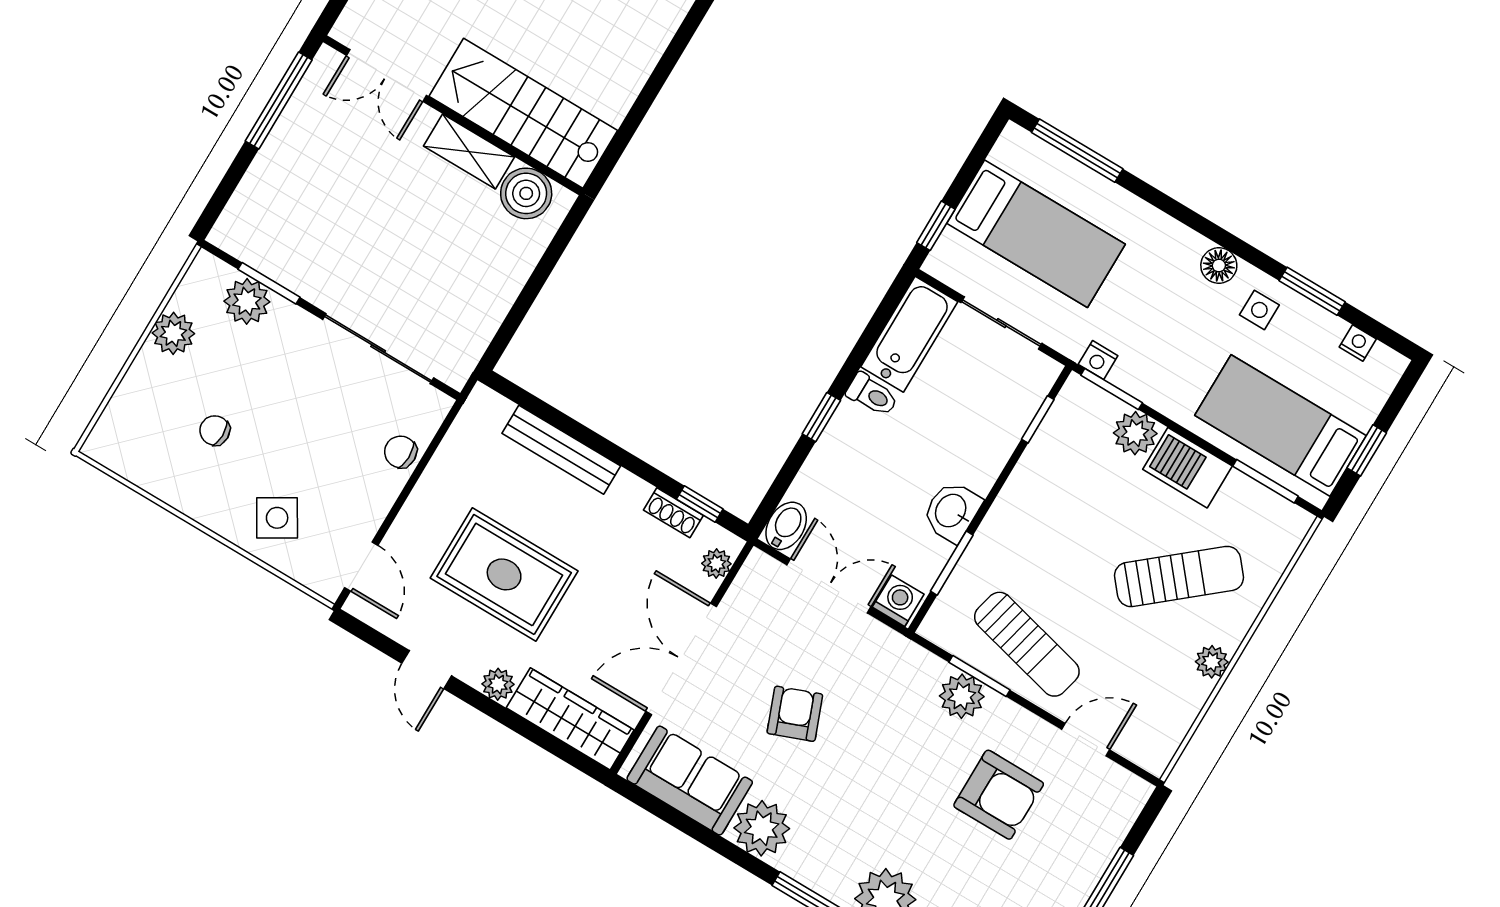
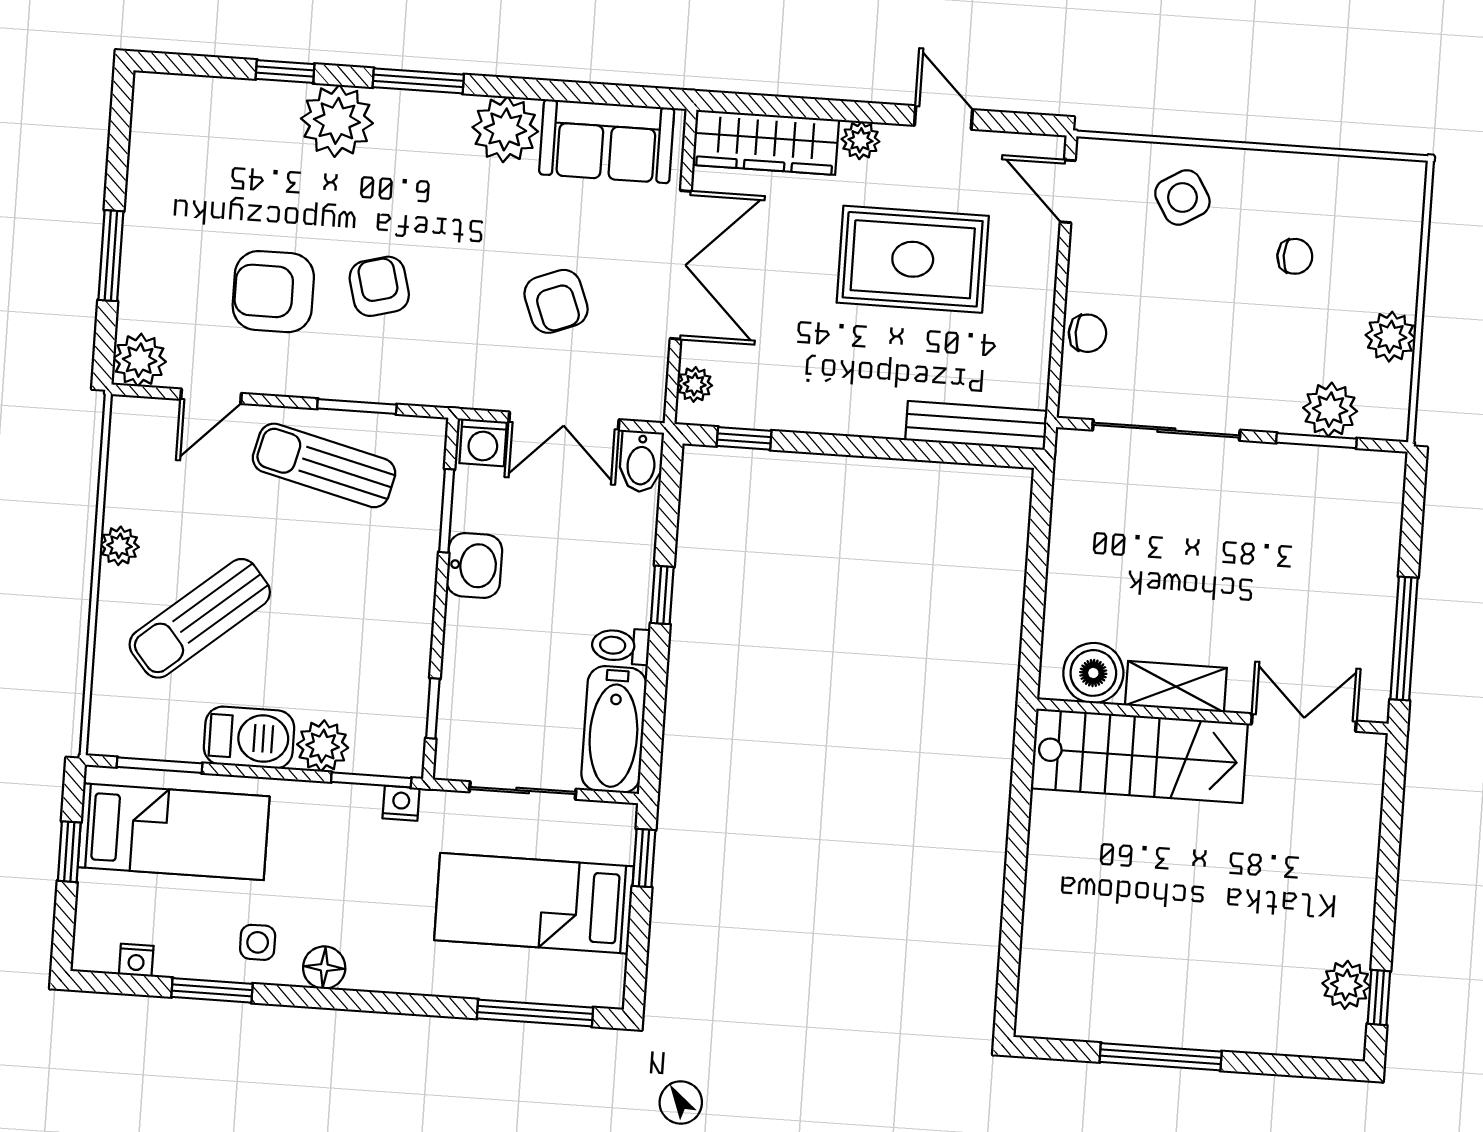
bench: (561, 450) -> (976, 425), moved
shoe rack: (673, 513) -> (767, 415), removed
plant: (962, 696) -> (140, 360), moved
armchair: (795, 714) -> (556, 301), moved
armchair: (917, 758) -> (379, 286), added

